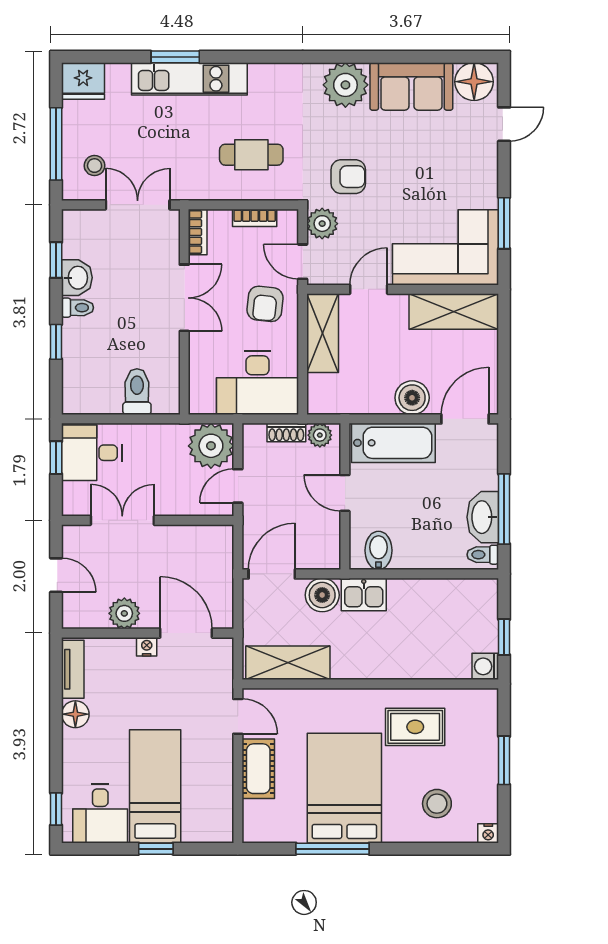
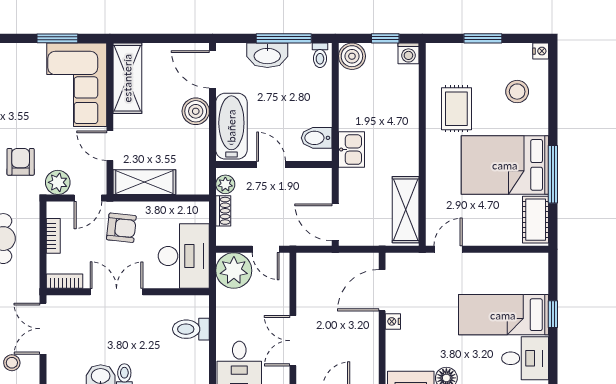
desk: (258, 383) -> (184, 256), moved
door: (345, 493) -> (271, 164), swing flipped
washbasin: (483, 517) -> (267, 55), moved
boiler: (322, 595) -> (352, 56), moved
plant: (124, 613) -> (367, 339), removed
cot: (258, 769) -> (536, 220), moved, turned 90

